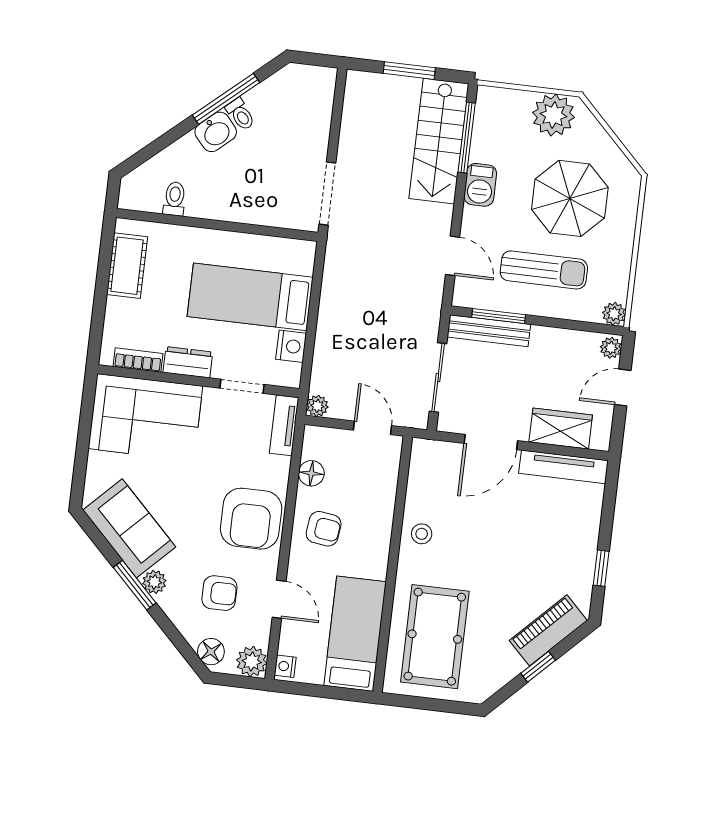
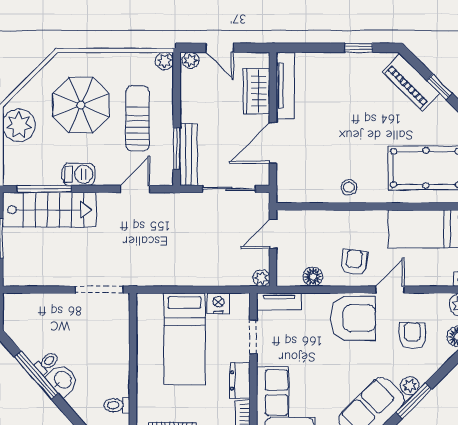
door: (491, 442) -> (273, 143), swing flipped
door: (279, 599) -> (390, 290), moved

